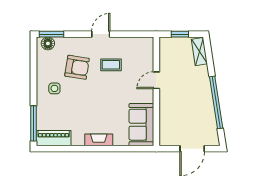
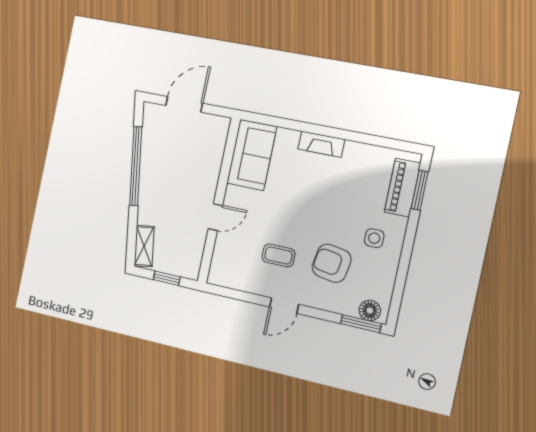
window: (34, 123) -> (420, 190), width x0.69
piano: (54, 138) -> (402, 188), moved, turned 90

